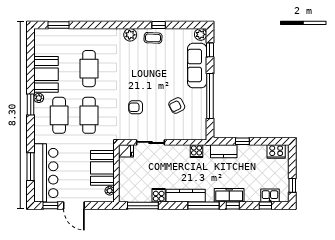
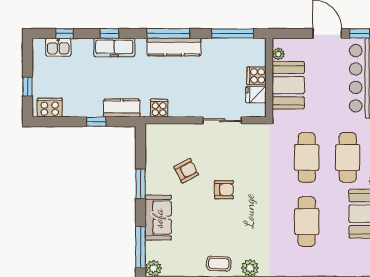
window: (210, 50) -> (141, 247), width x2.17
sofa: (197, 66) -> (158, 218), width x0.73
window: (210, 96) -> (141, 184), width x0.47
armchair: (136, 107) -> (224, 190), moved
fridge: (126, 151) -> (256, 95), moved
window: (292, 185) -> (27, 87), moved
cooker: (159, 195) -> (256, 76), moved, turned 90
window: (204, 206) -> (168, 33), moved

